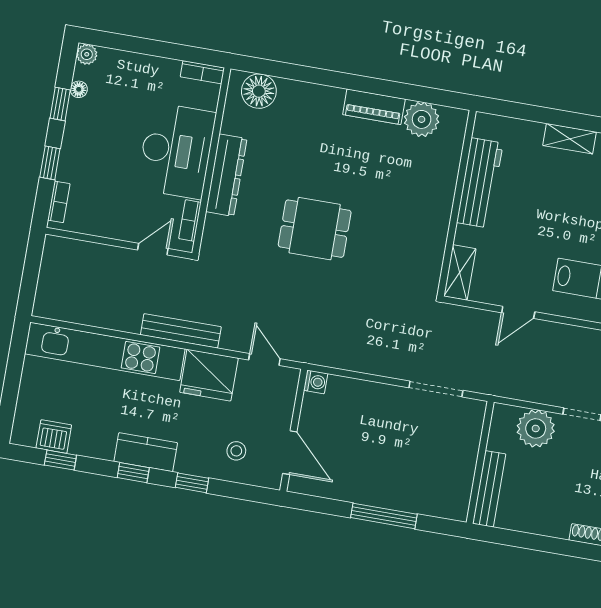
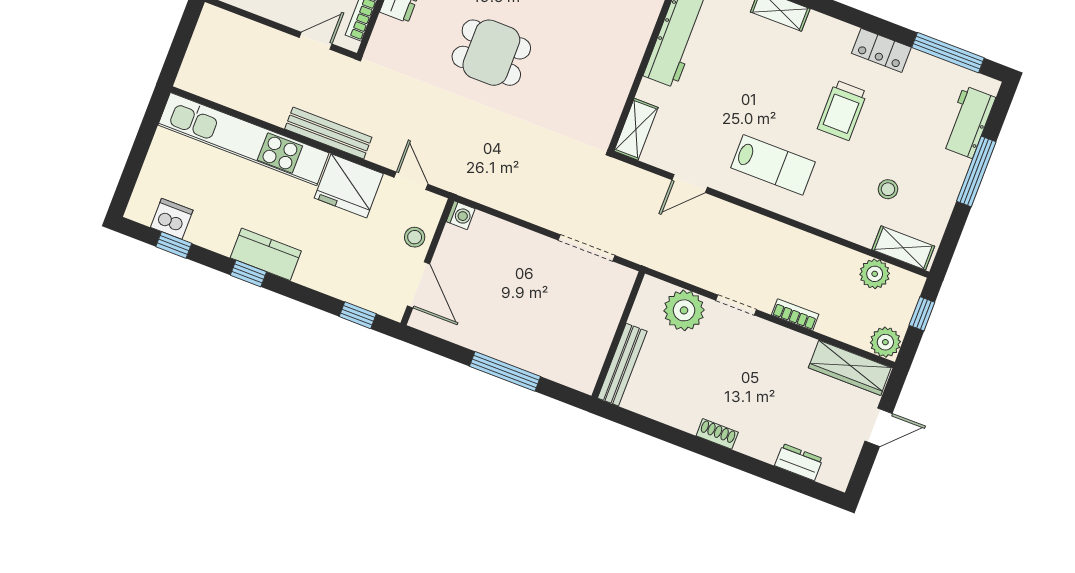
stool: (236, 451) -> (415, 237), moved
window: (192, 483) -> (358, 315), moved

